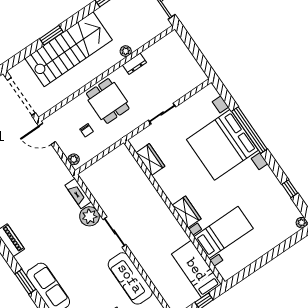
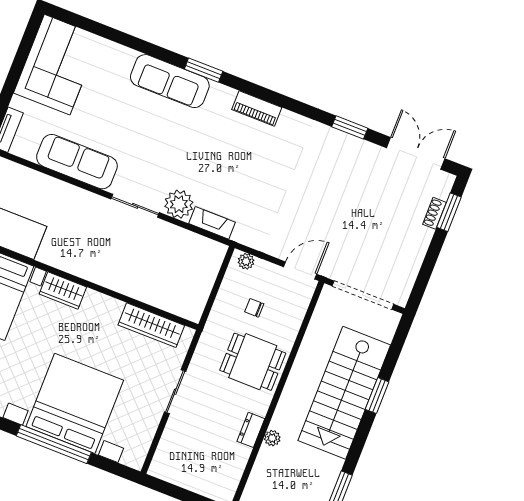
wardrobe: (150, 159) -> (151, 325), width x1.50

